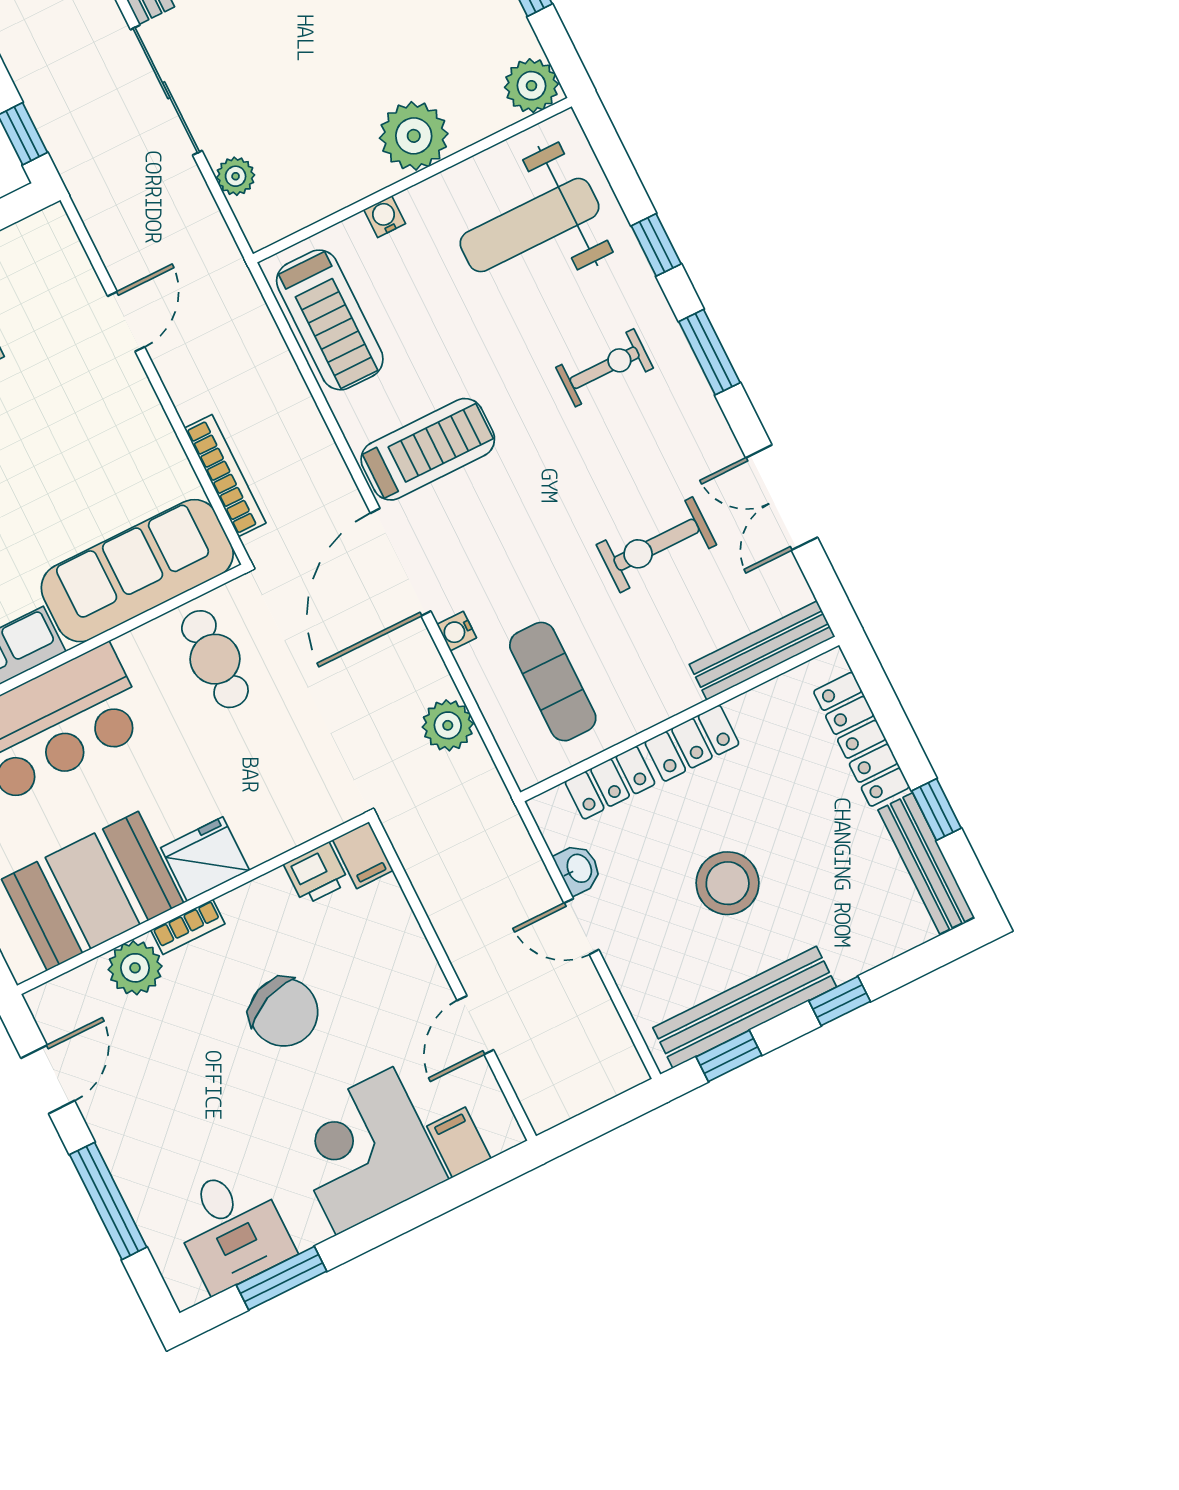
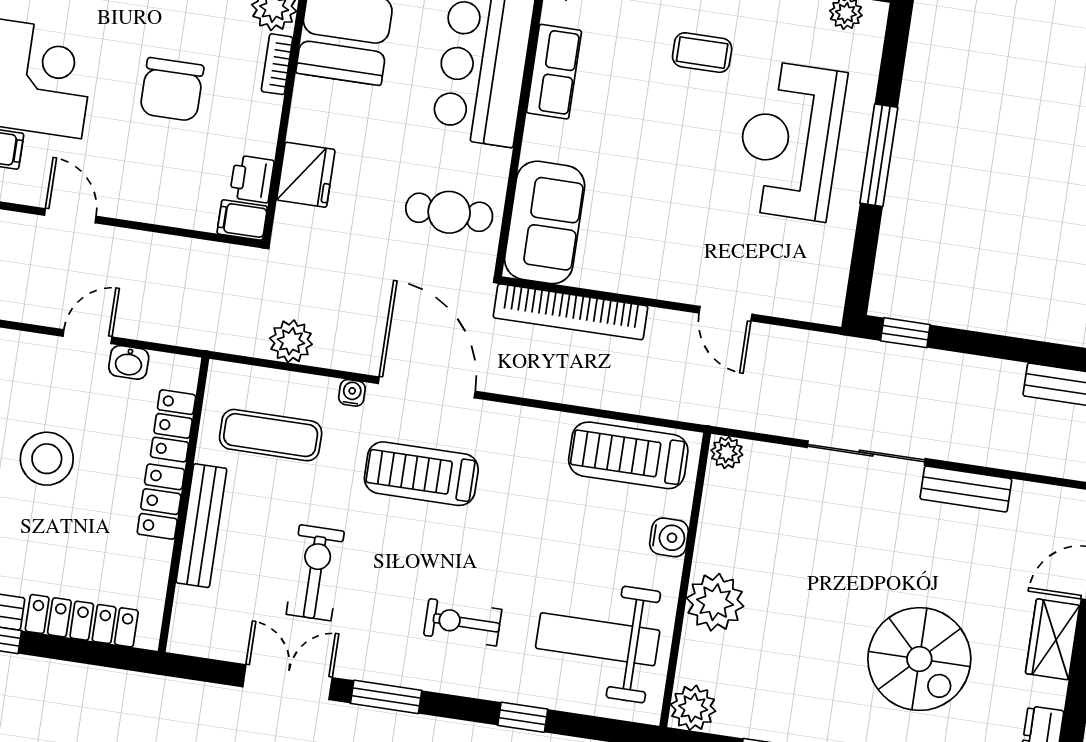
plant: (236, 176) -> (727, 453), moved
water cooler: (385, 217) -> (669, 537), width x1.38, depth x1.38
weight bench: (529, 225) -> (598, 639), turned -90
window: (709, 352) -> (386, 697), moved
exercise bike: (605, 368) -> (463, 622), turned 90
treadmill: (428, 449) -> (421, 474), moved, turned 90
bookcase: (225, 476) -> (571, 312), width x1.48, depth x1.31
sofa: (137, 571) -> (545, 222), width x0.73
bench: (762, 650) -> (201, 526), moved
fridge: (205, 859) -> (306, 175), moved
chair: (284, 1012) -> (172, 89), turned -67

